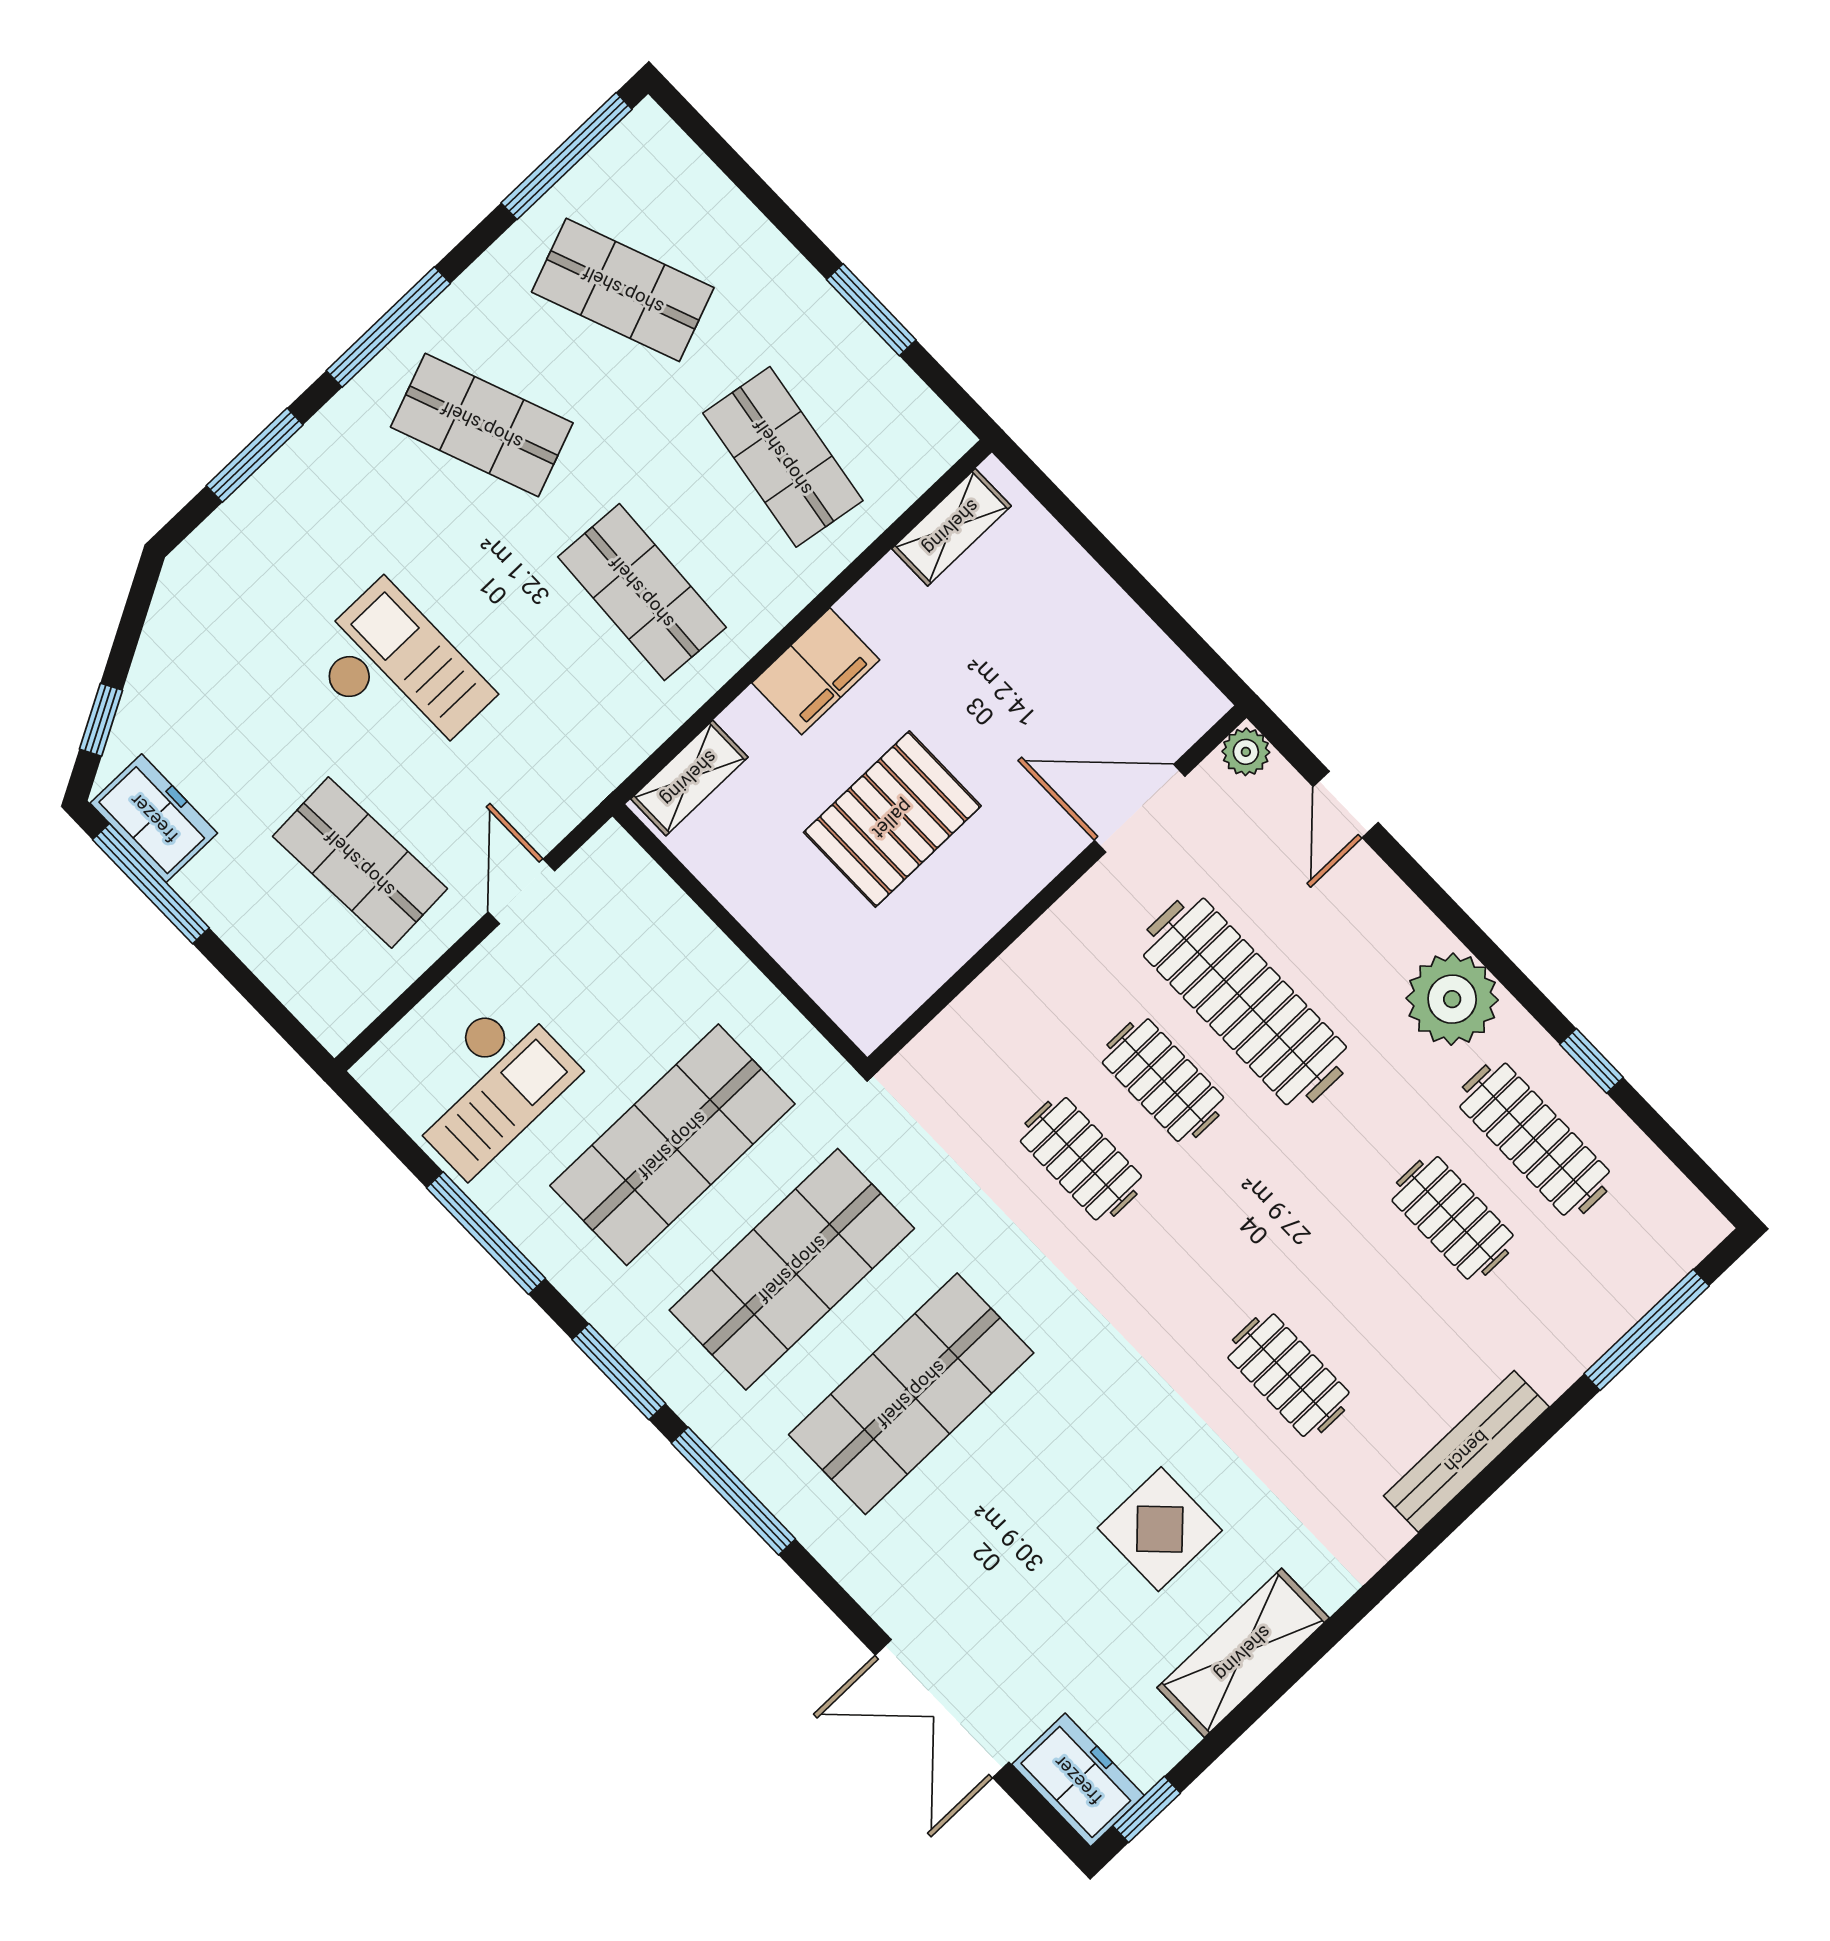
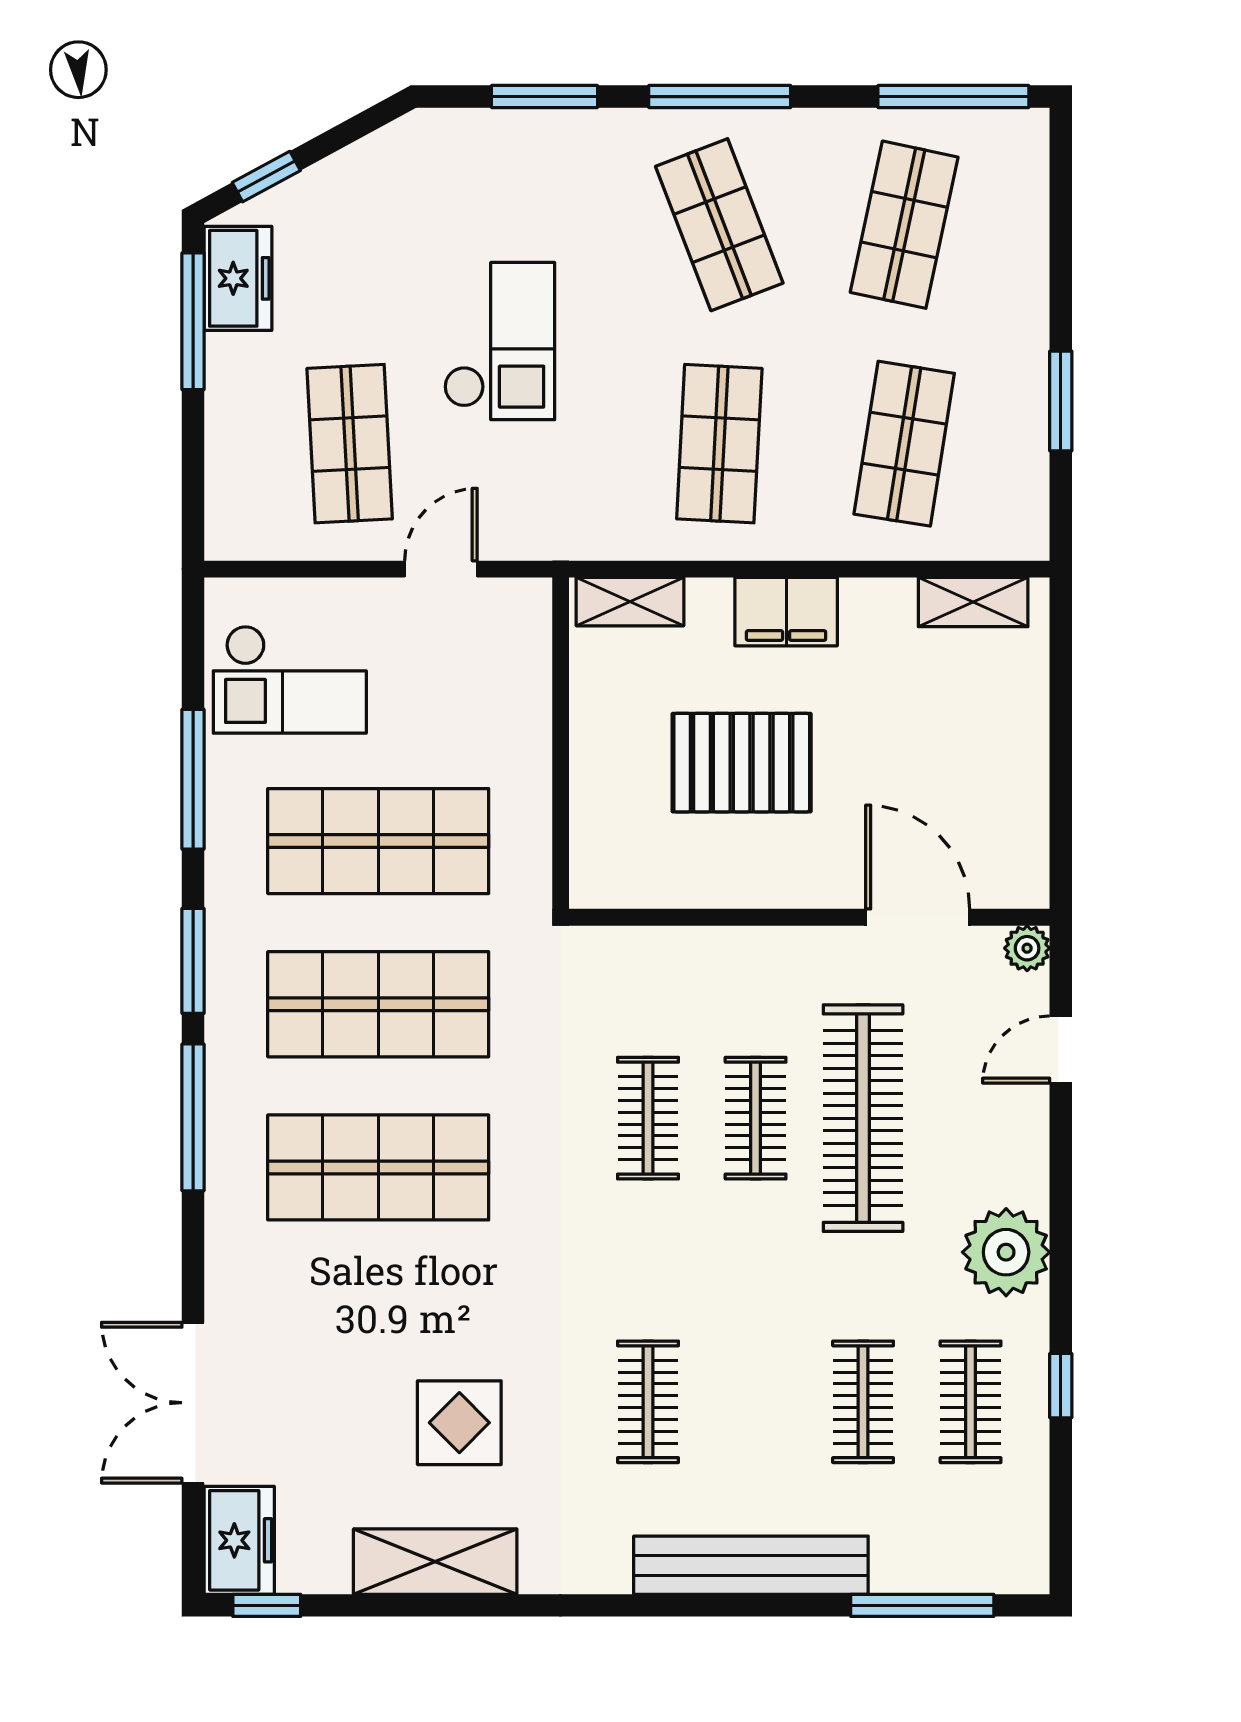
shop shelf: (623, 290) -> (904, 225), turned 33
clothes rail: (1535, 1139) -> (971, 1402), width x0.73
bench: (1466, 1451) -> (751, 1565), width x1.37, depth x1.21

